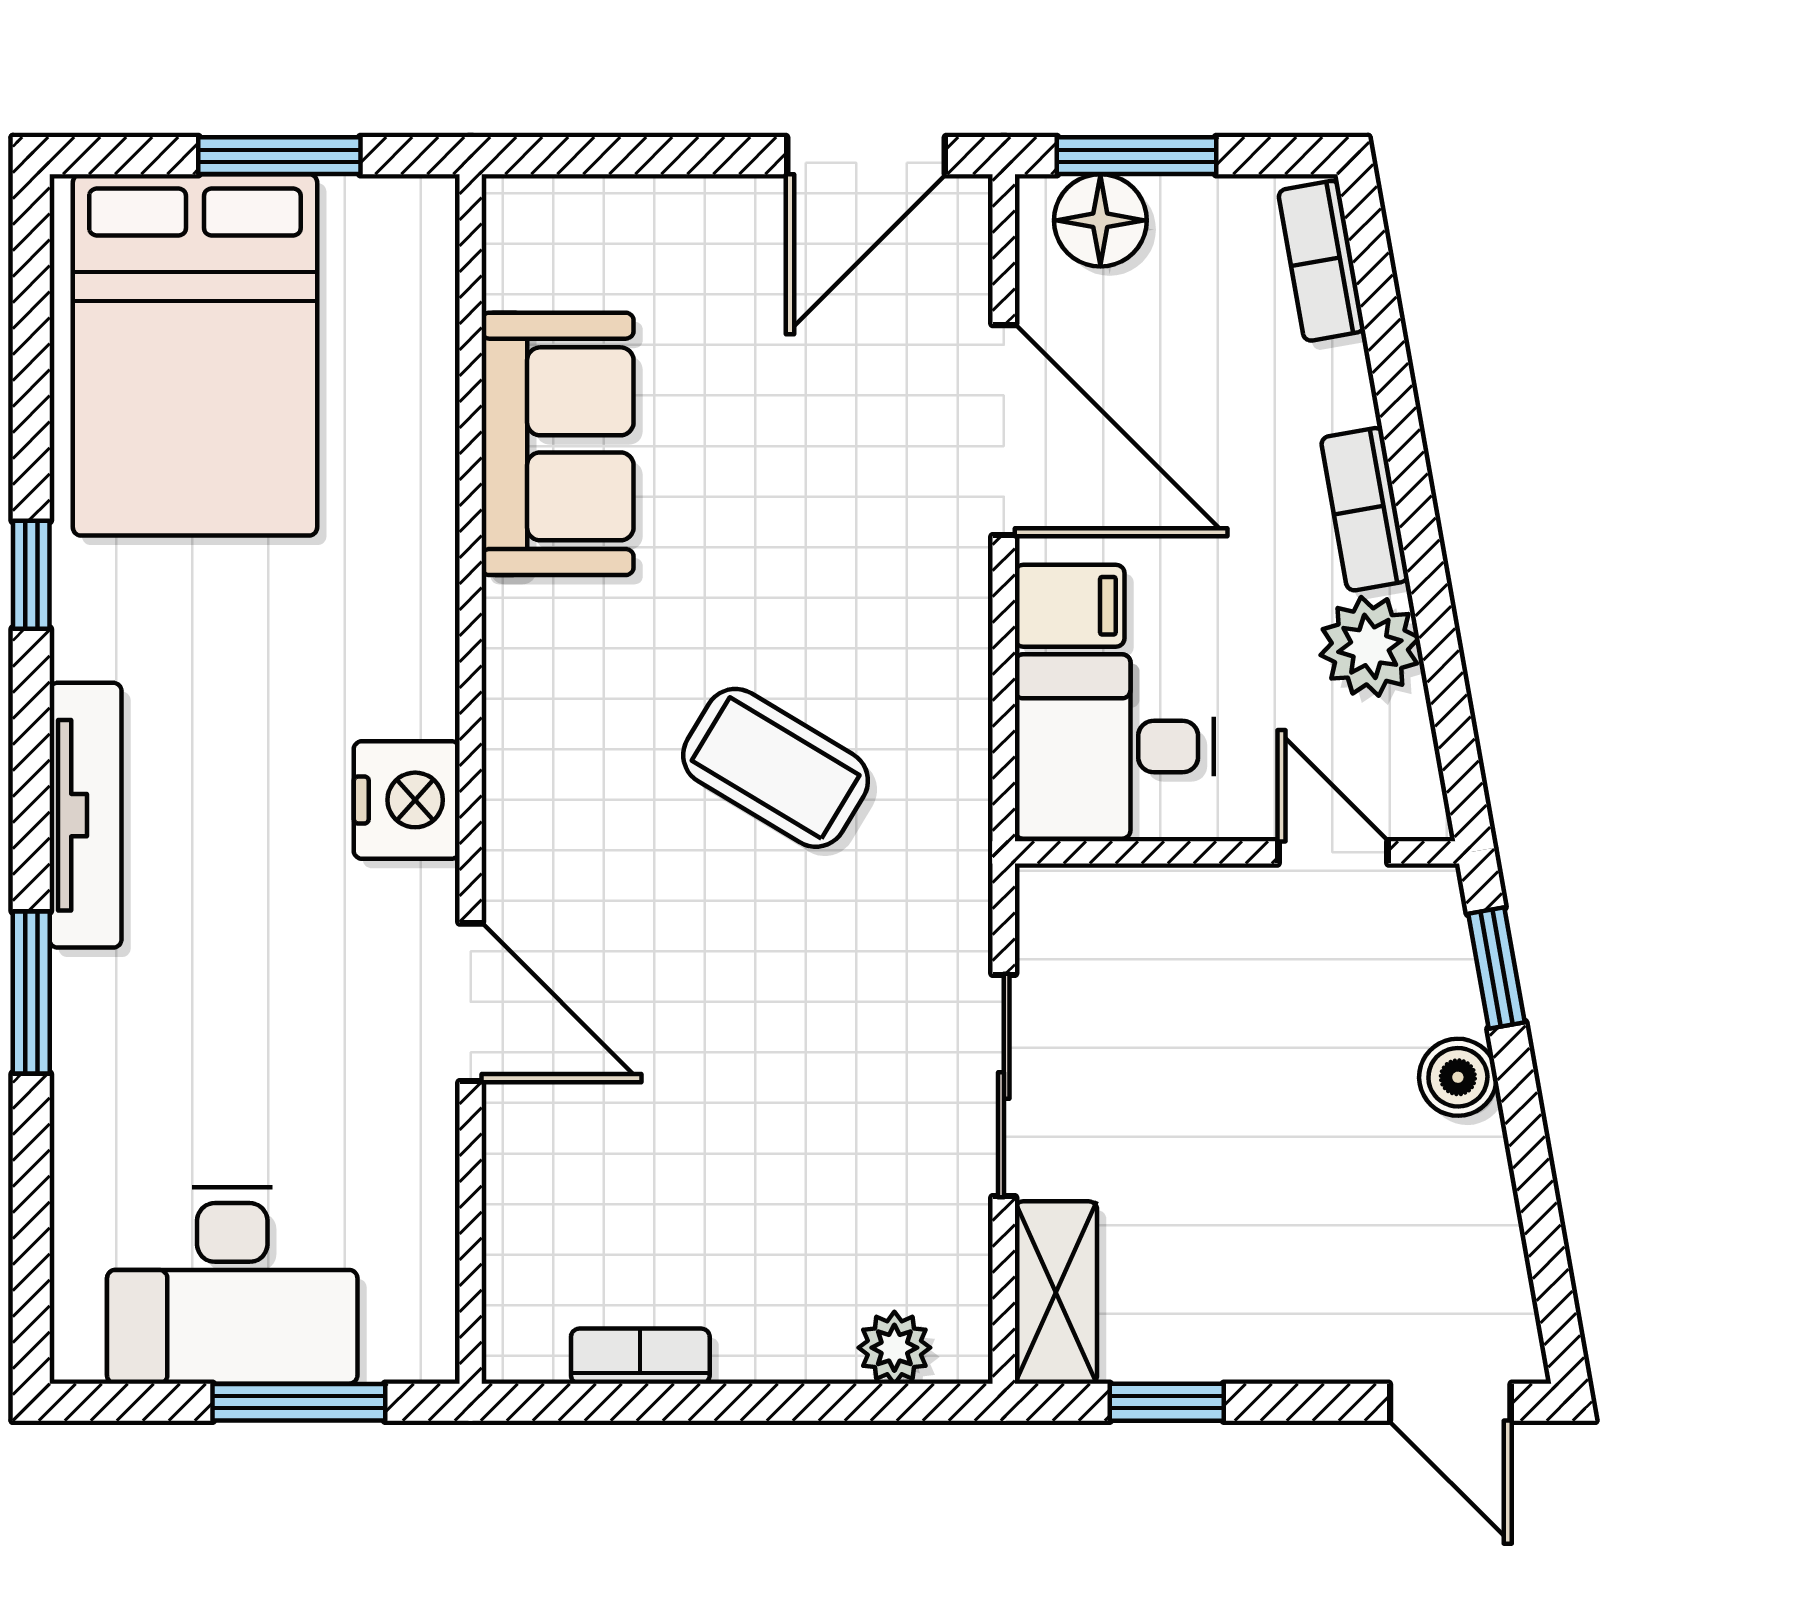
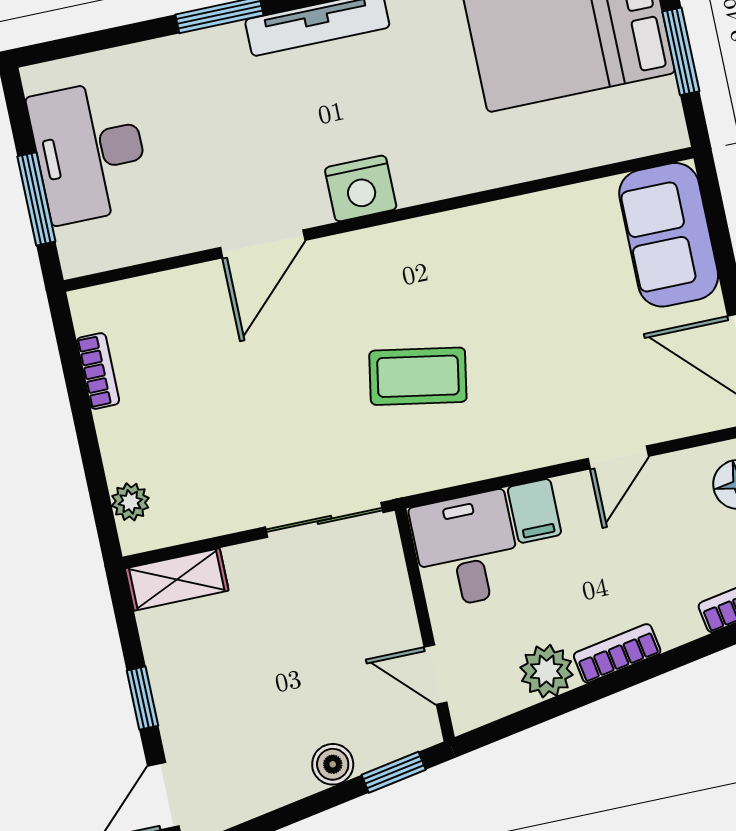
door: (1004, 430) -> (618, 457), width x0.53
sofa: (558, 444) -> (669, 235), moved, turned 90
coffee table: (776, 768) -> (418, 376), turned 69
door: (1333, 852) -> (436, 675), swing flipped
sliding door: (1004, 1086) -> (324, 520), moved
window: (1167, 1402) -> (142, 698), moved

